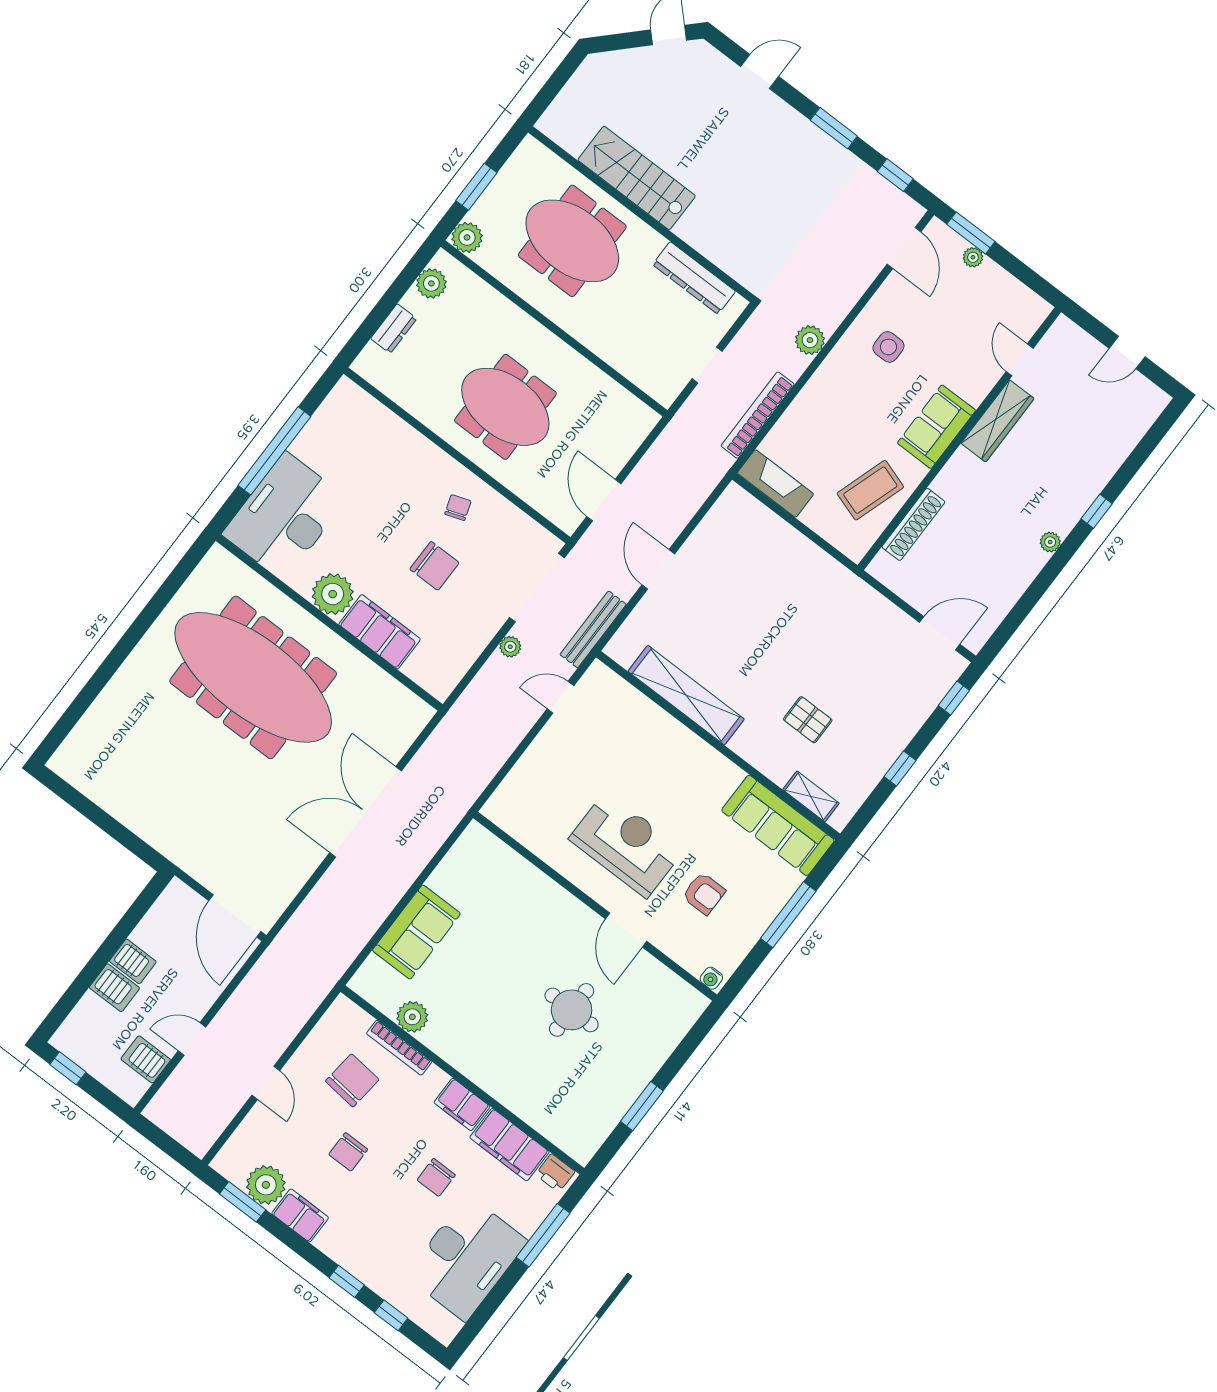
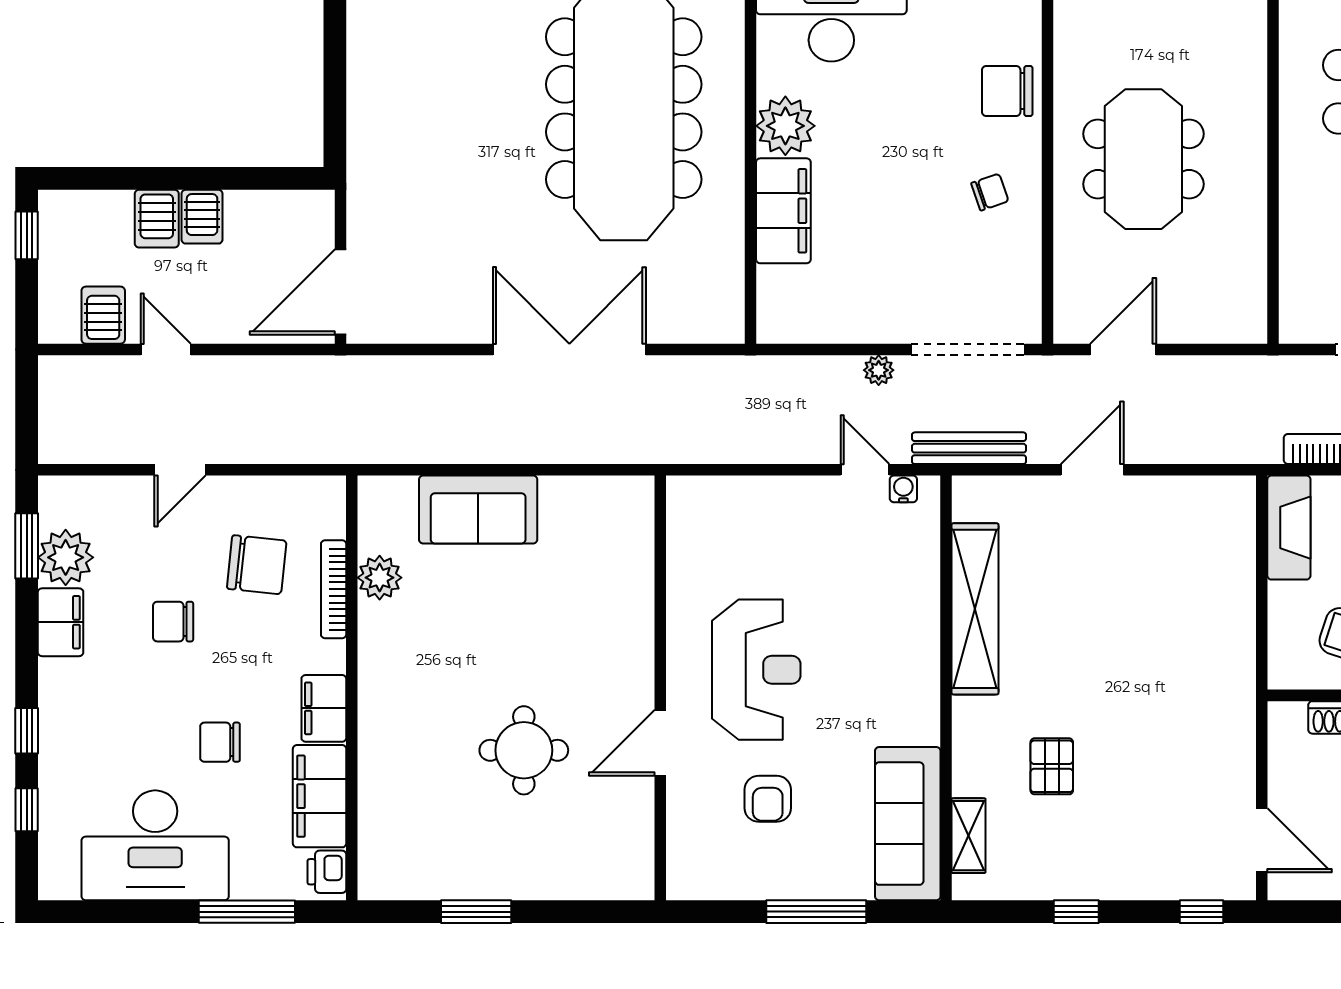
chair: (434, 566) -> (1007, 91), moved, turned 90
water cooler: (711, 978) -> (903, 489), moved, turned 90

